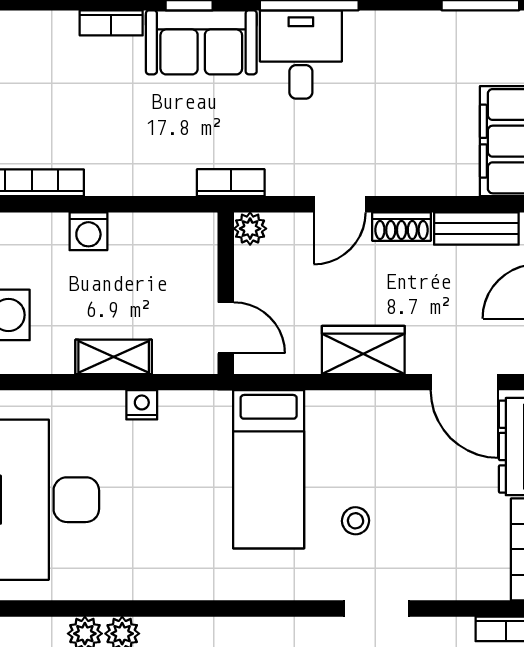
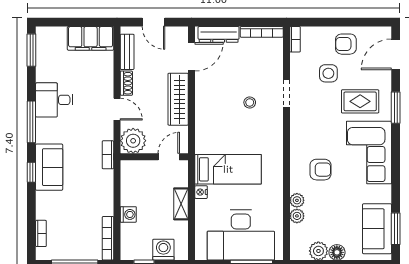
bookcase: (111, 23) -> (41, 233), moved
desk: (301, 54) -> (54, 100), moved
plant: (250, 229) -> (133, 141), width x1.87, depth x1.87
wardrobe: (363, 350) -> (178, 99), width x1.50
bed: (269, 469) -> (228, 169), moved

